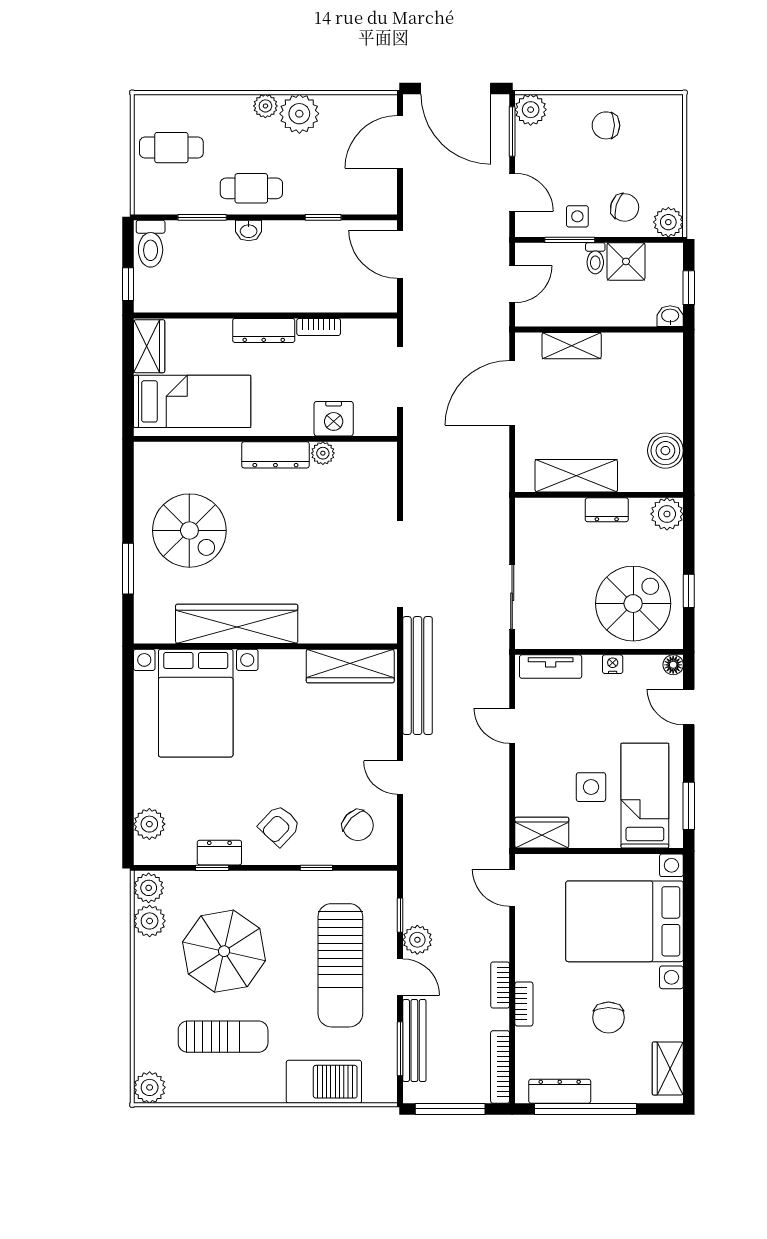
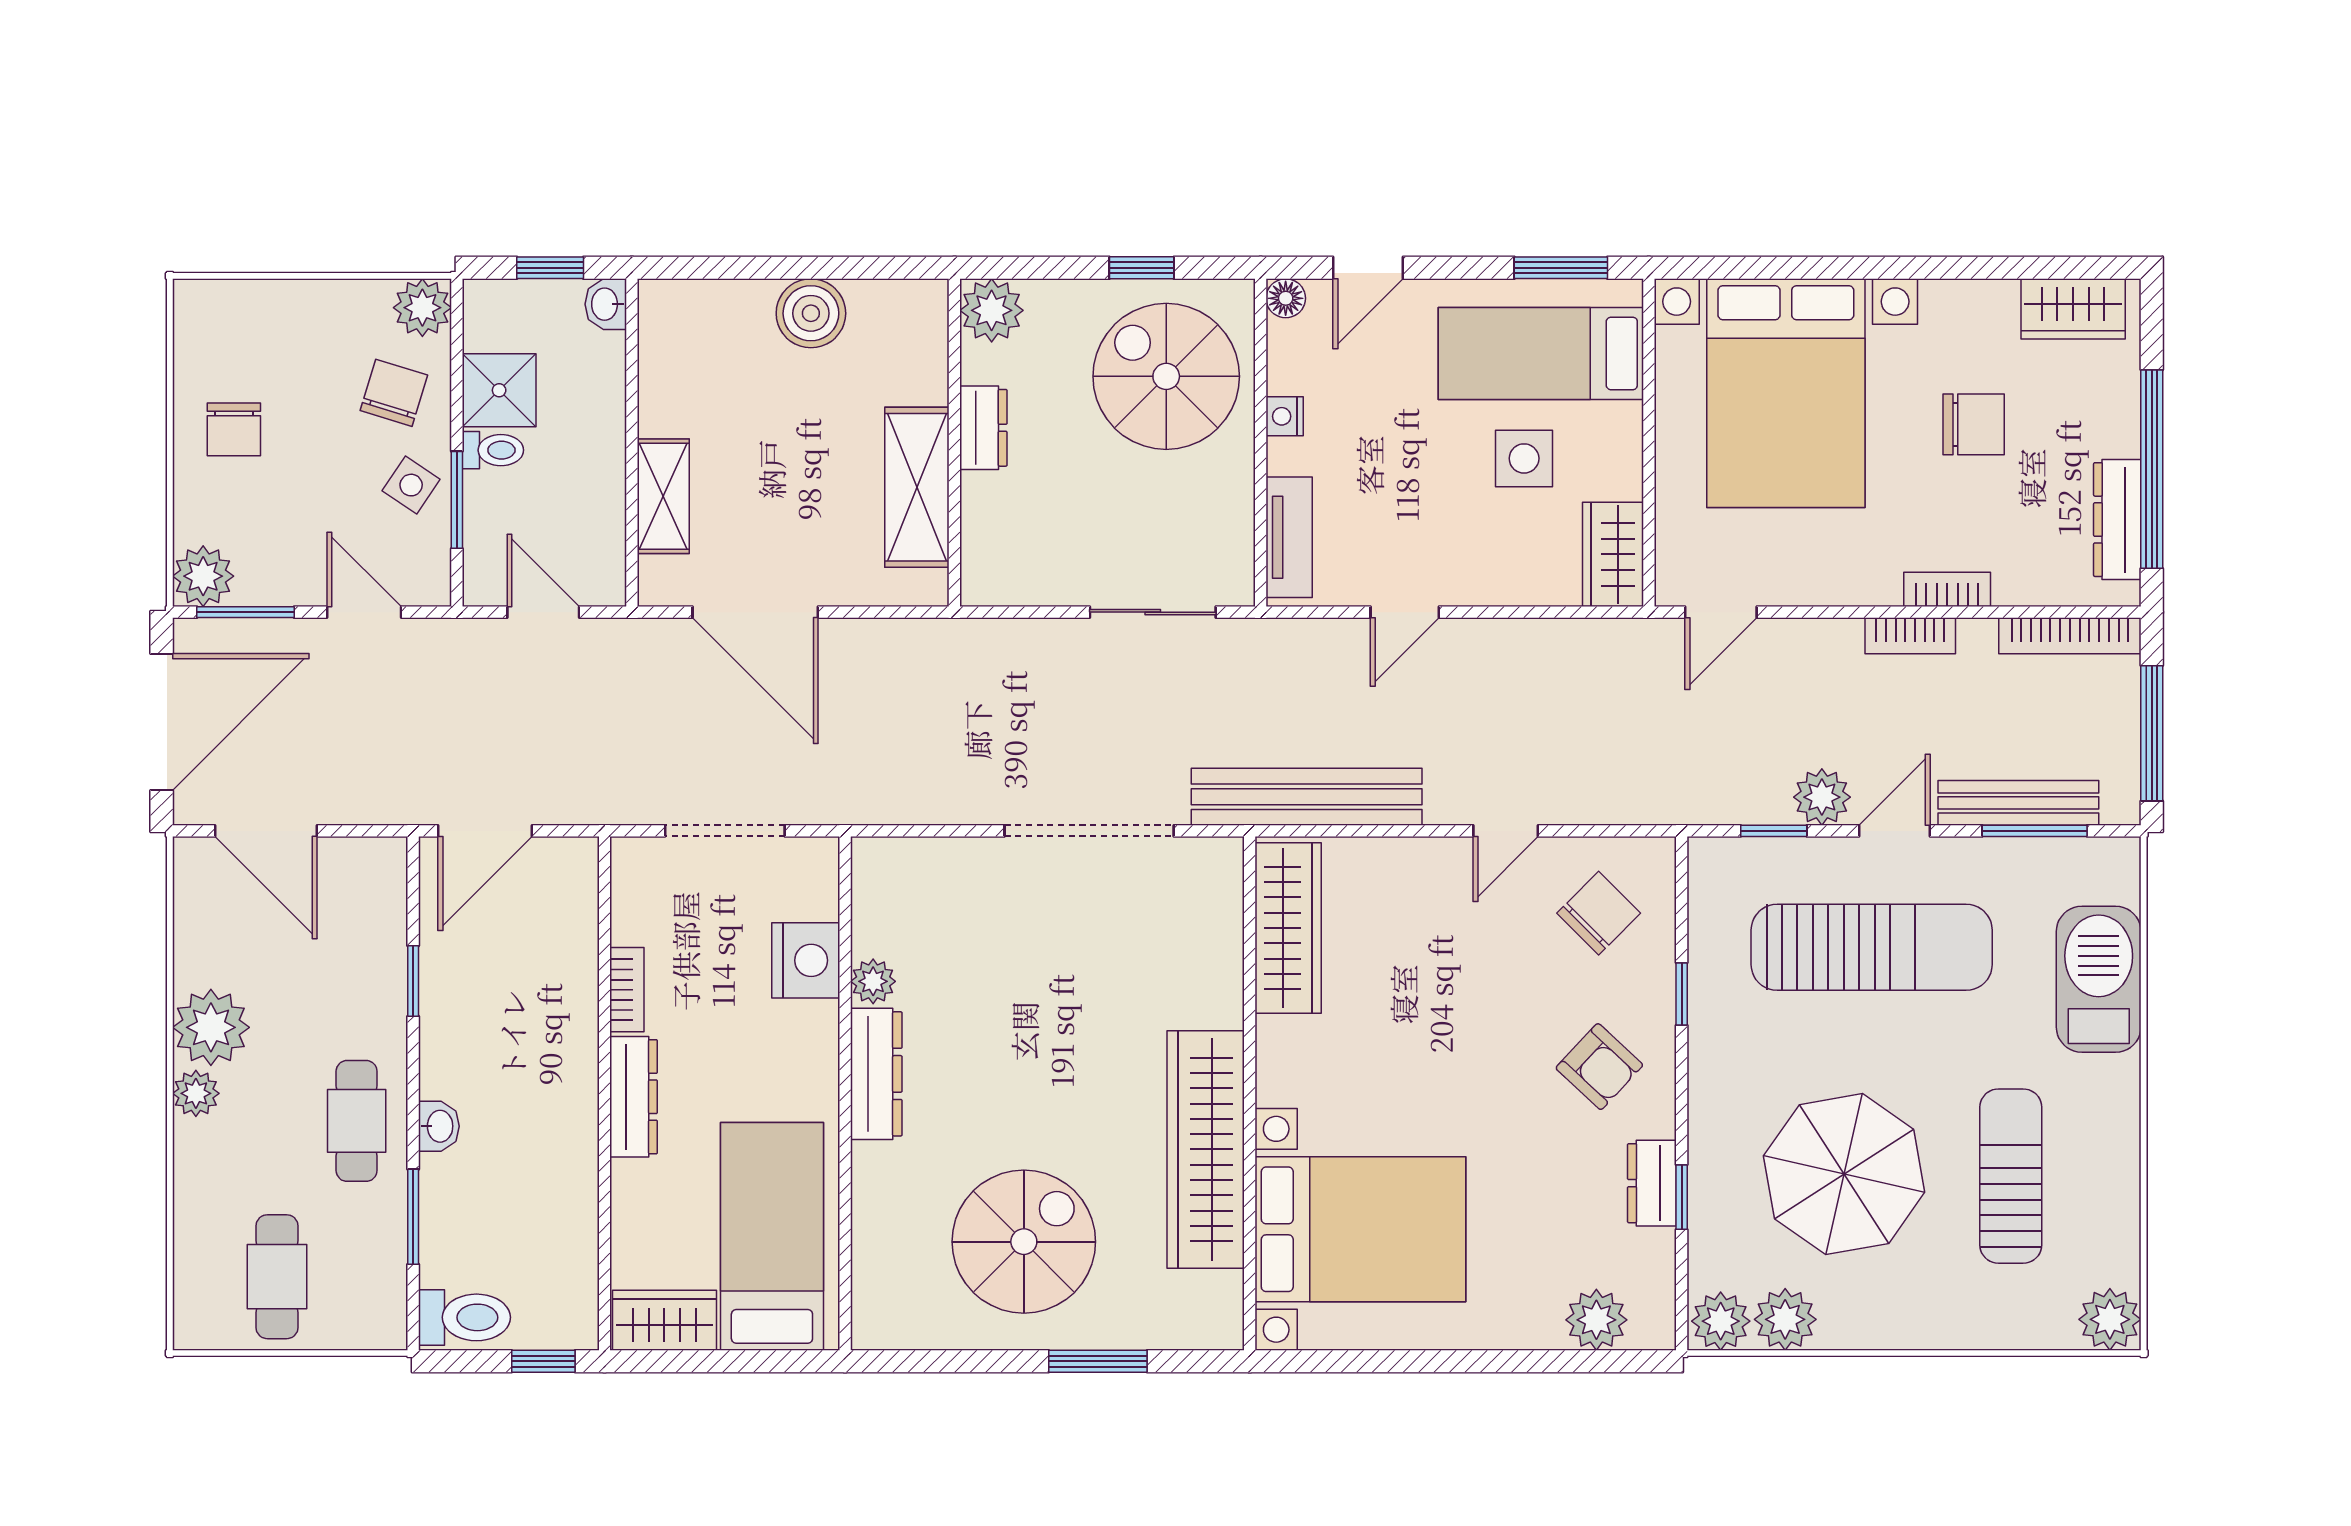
door: (512, 192) -> (364, 612), hinge flipped
side table: (577, 216) -> (411, 485), turned 34
boiler: (665, 451) -> (811, 313), moved

